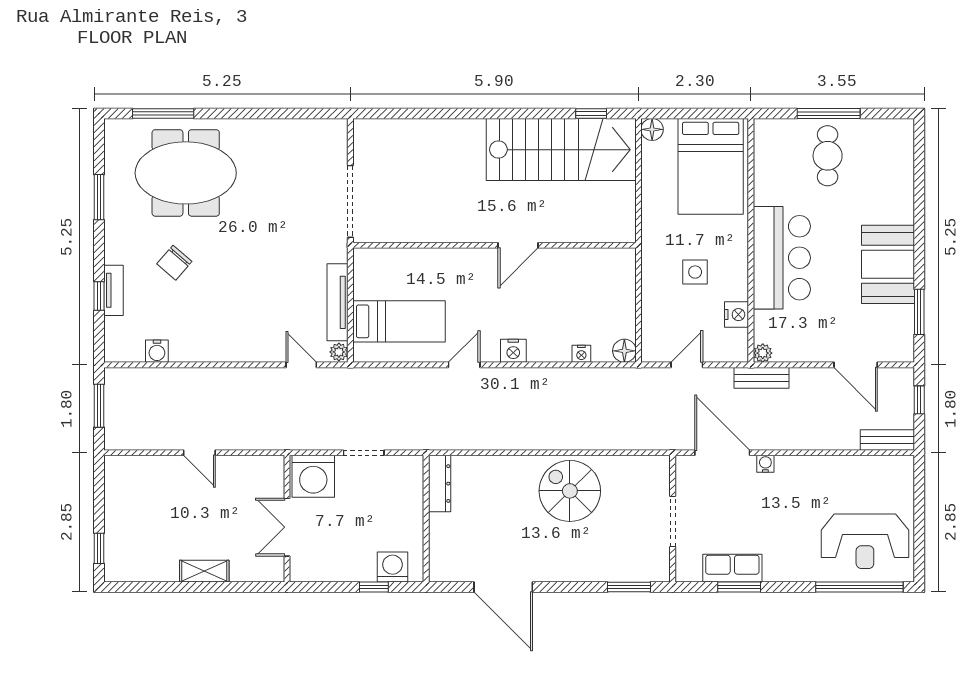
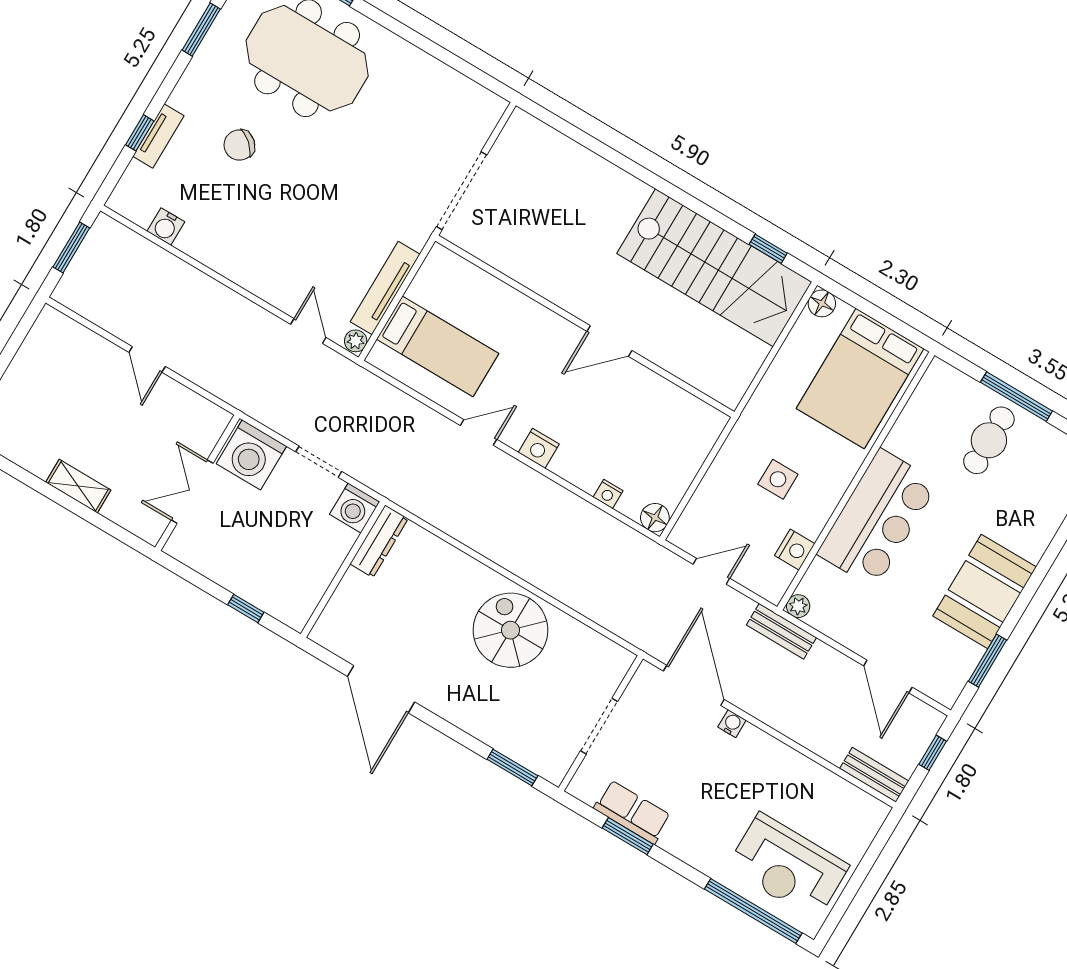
washing machine: (393, 567) -> (355, 508), moved, turned 180

